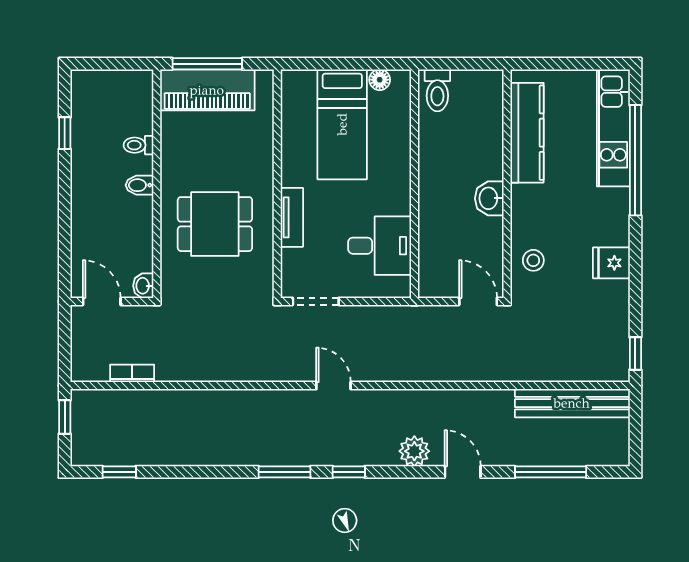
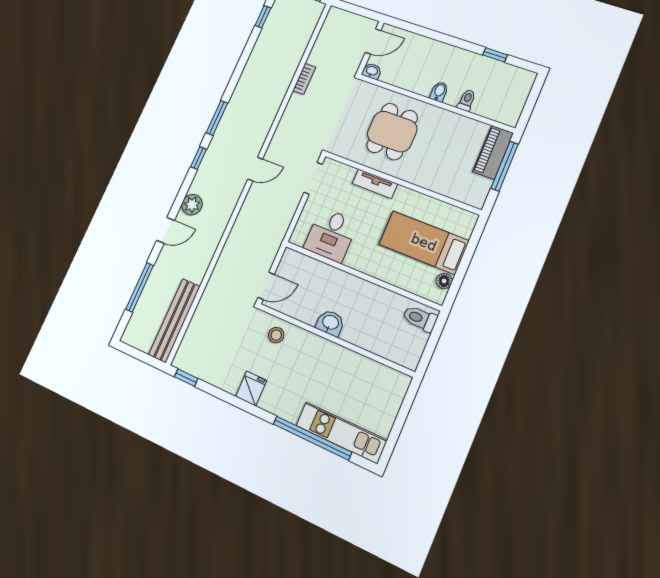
piano: (207, 90) -> (493, 152), width x0.73, depth x0.75
kitchen counter: (527, 133) -> (364, 369), removed
bookcase: (132, 373) -> (304, 79), moved

